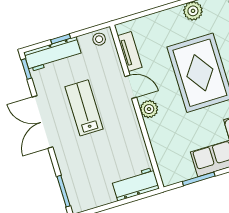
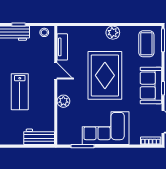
lab bench: (84, 108) -> (20, 92), moved, turned 180
plant: (149, 109) -> (63, 101), moved

